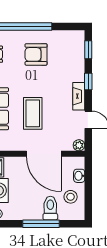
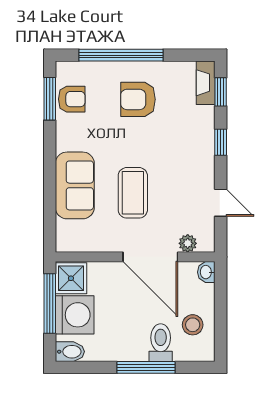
fireplace: (79, 96) -> (206, 83), moved
plant: (79, 145) -> (188, 243), moved
washbasin: (79, 176) -> (206, 272), moved

